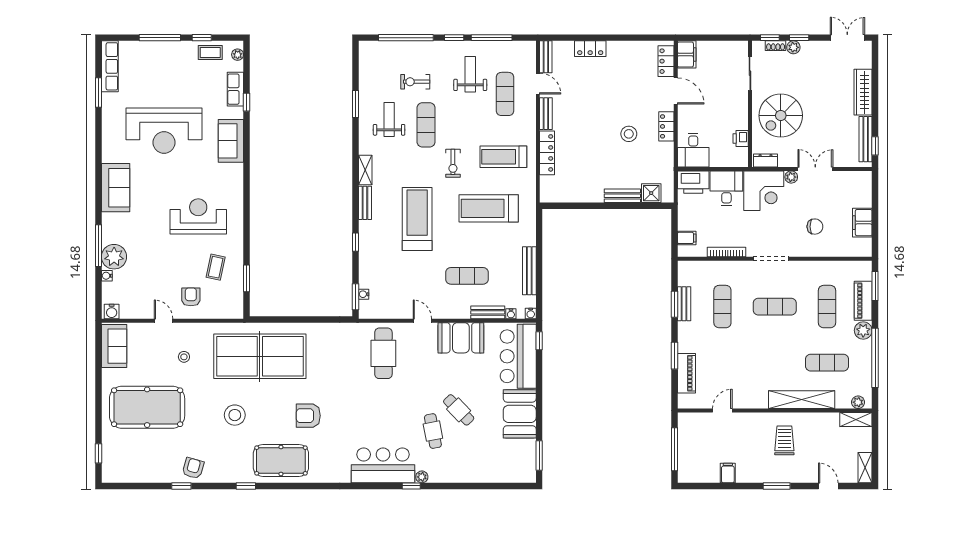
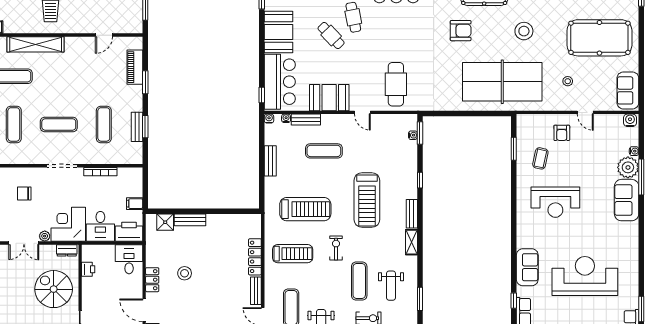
spiral stairs: (781, 116) -> (54, 289), turned -90
sofa: (116, 188) -> (627, 200), moved
filing cabinet: (687, 238) -> (135, 204), moved
bench: (529, 271) -> (270, 161), width x0.73

